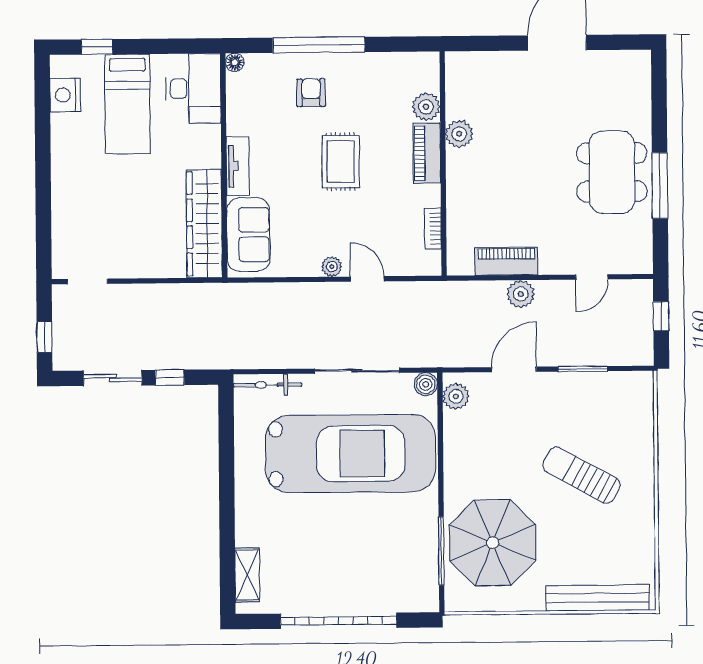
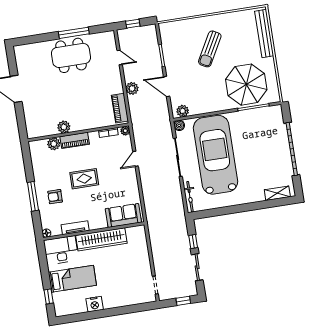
window: (319, 45) -> (33, 196), width x0.68
nightstand: (65, 95) -> (95, 304), moved
tv unit: (238, 166) -> (75, 228), moved
wardrobe: (204, 224) -> (101, 239), moved
piano: (506, 261) -> (120, 108), moved
plant: (332, 267) -> (125, 131), moved

